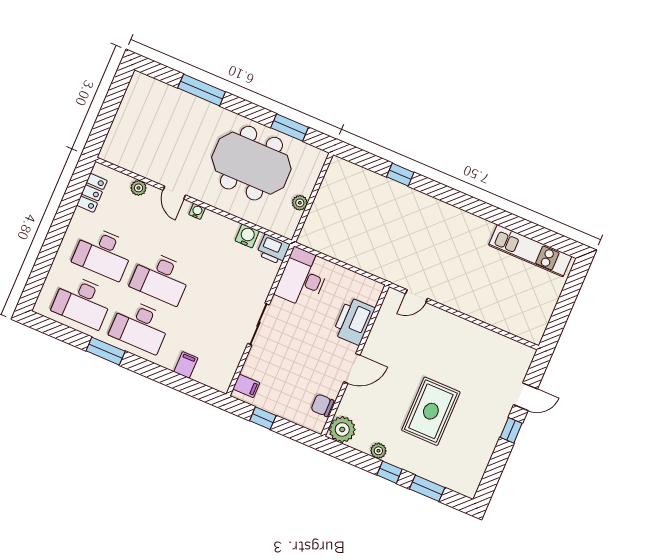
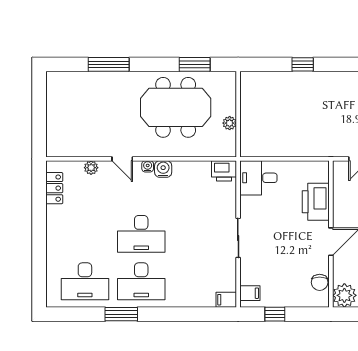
water cooler: (247, 236) -> (163, 169), moved
desk: (103, 253) -> (85, 234), removed
desk: (303, 278) -> (258, 178), width x0.73
filing cabinet: (186, 365) -> (226, 300), moved, turned -90
chair: (322, 405) -> (320, 282), turned -90

